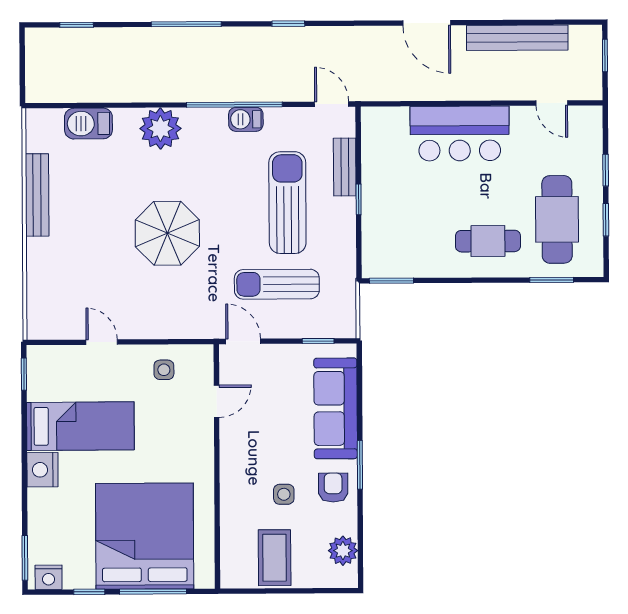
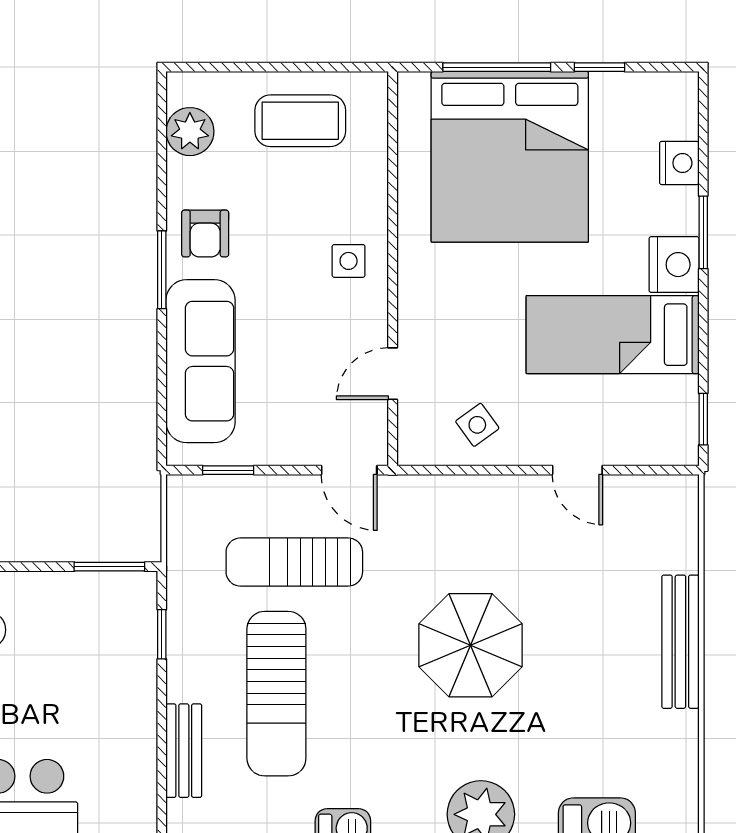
bench: (37, 195) -> (680, 642), moved
window: (359, 199) -> (162, 634), moved
sun lounger: (277, 284) -> (294, 562), turned 180
side table: (164, 370) -> (477, 425), turned -36
side table: (284, 494) -> (349, 261), moved
window: (25, 558) -> (703, 232), moved
coffee table: (275, 558) -> (300, 121), turned 90
nightstand: (49, 577) -> (679, 163), moved, turned 90

